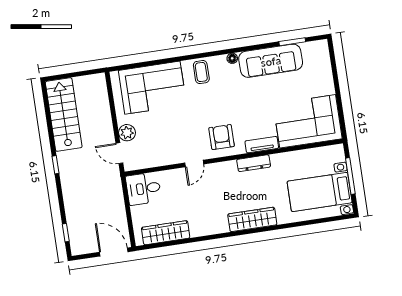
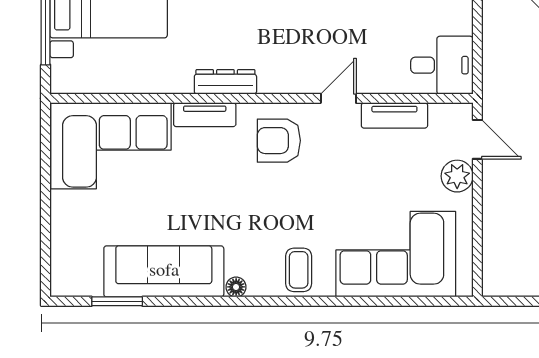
armchair: (222, 137) -> (279, 141), turned 90
tv unit: (164, 159) -> (394, 115), added

